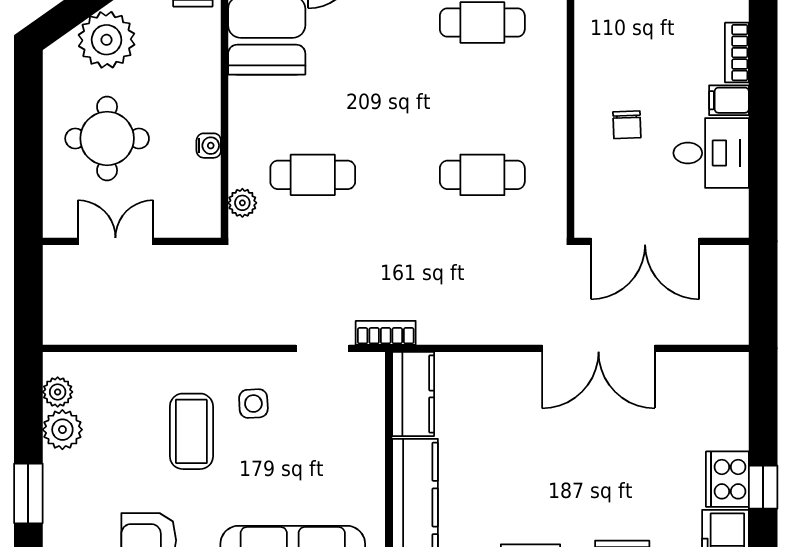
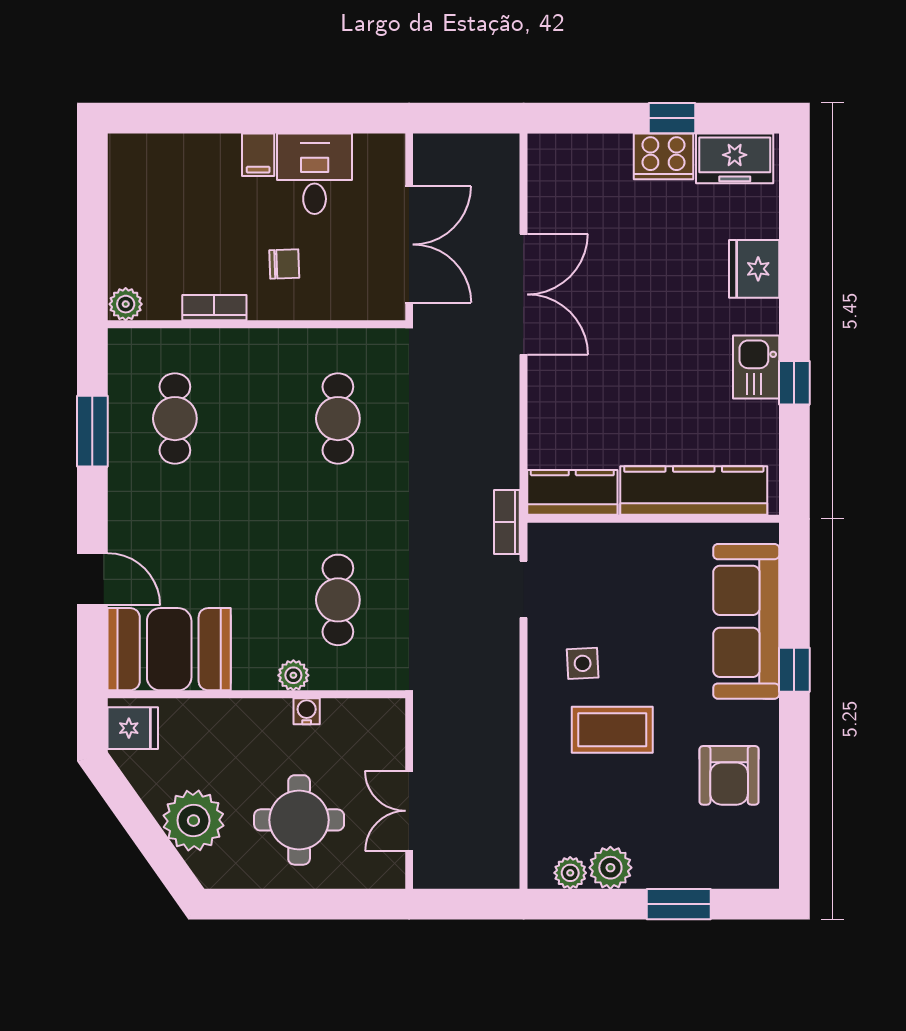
bookcase: (737, 53) -> (214, 308), moved, turned 180
plant: (242, 203) -> (293, 675), moved

